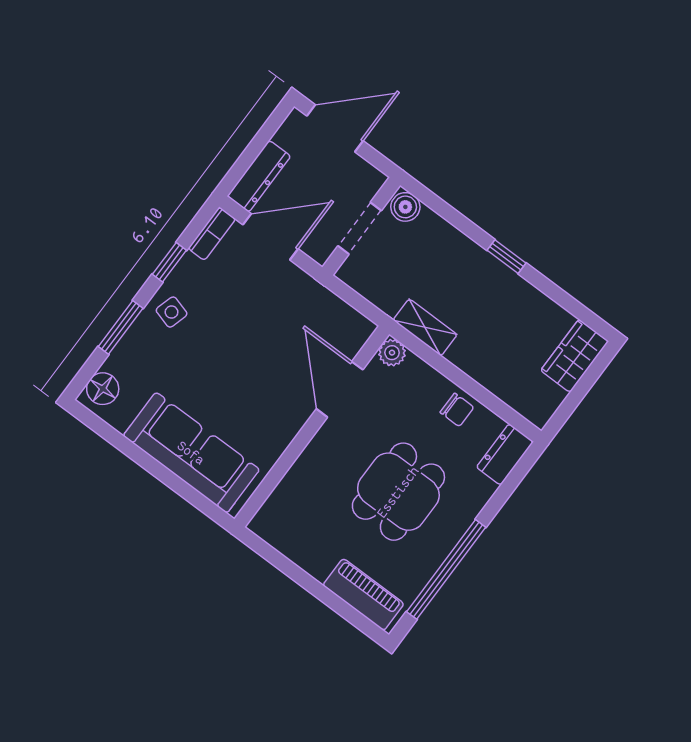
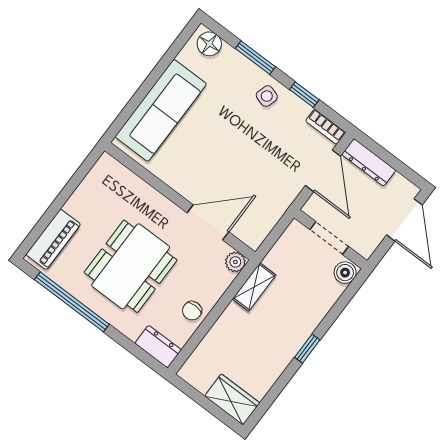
dining table: (398, 492) -> (131, 266), width x1.38

